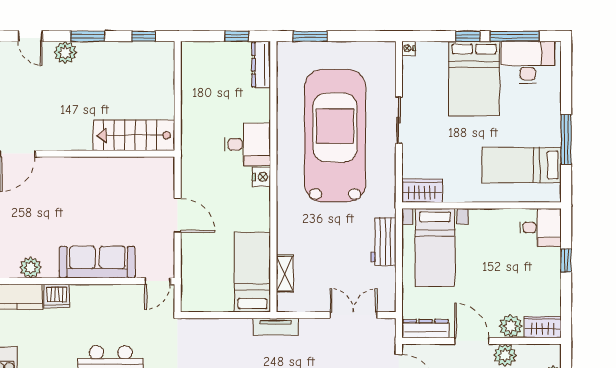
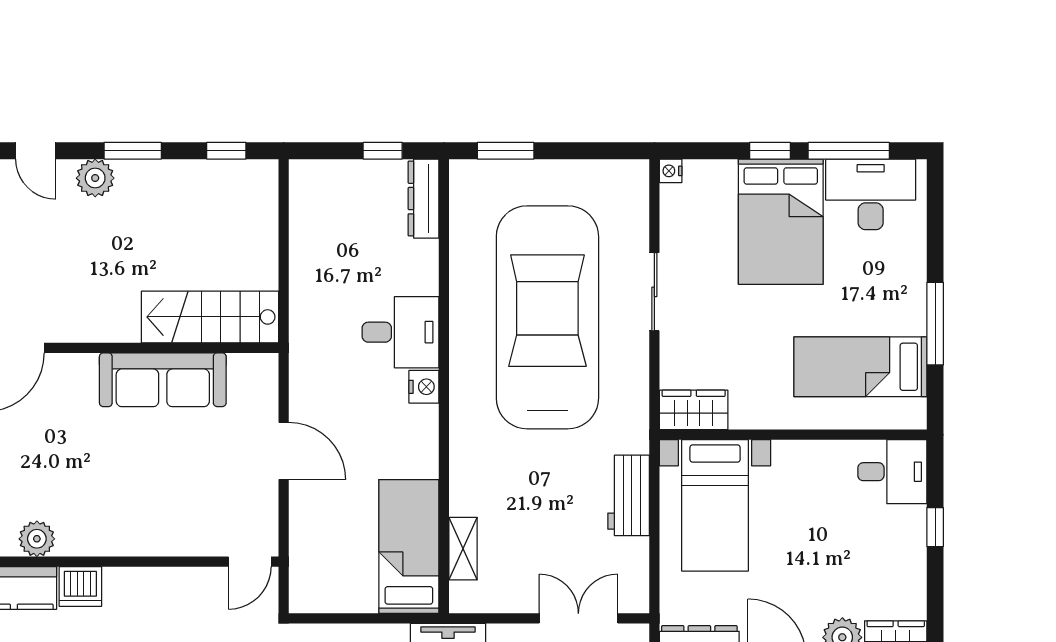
sofa: (97, 262) -> (163, 380), moved, turned 180

